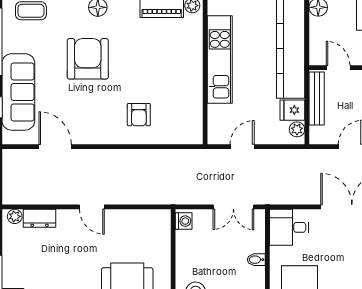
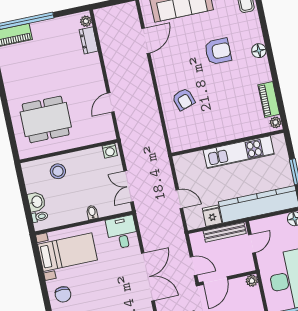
armchair: (88, 59) -> (218, 51), width x0.73, depth x0.73
armchair: (139, 115) -> (184, 99), turned -108
plant: (297, 129) -> (198, 222), removed
door: (242, 147) -> (179, 199), moved
door: (92, 207) -> (111, 102), moved

